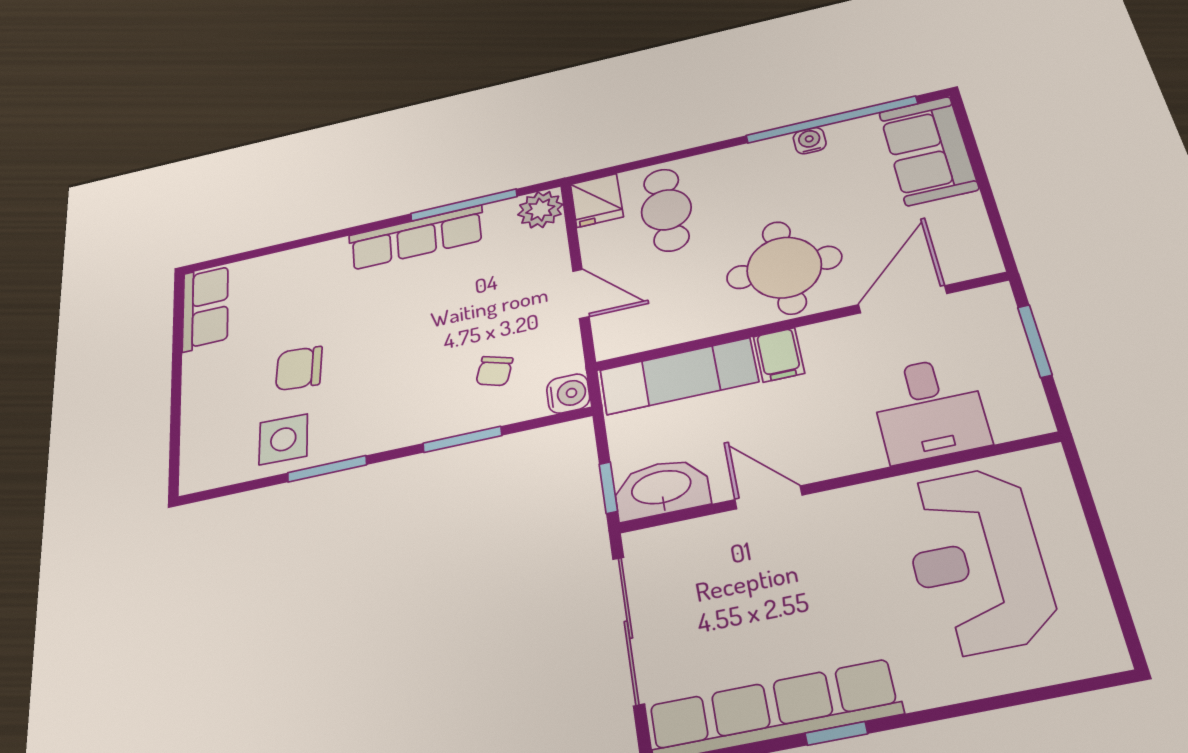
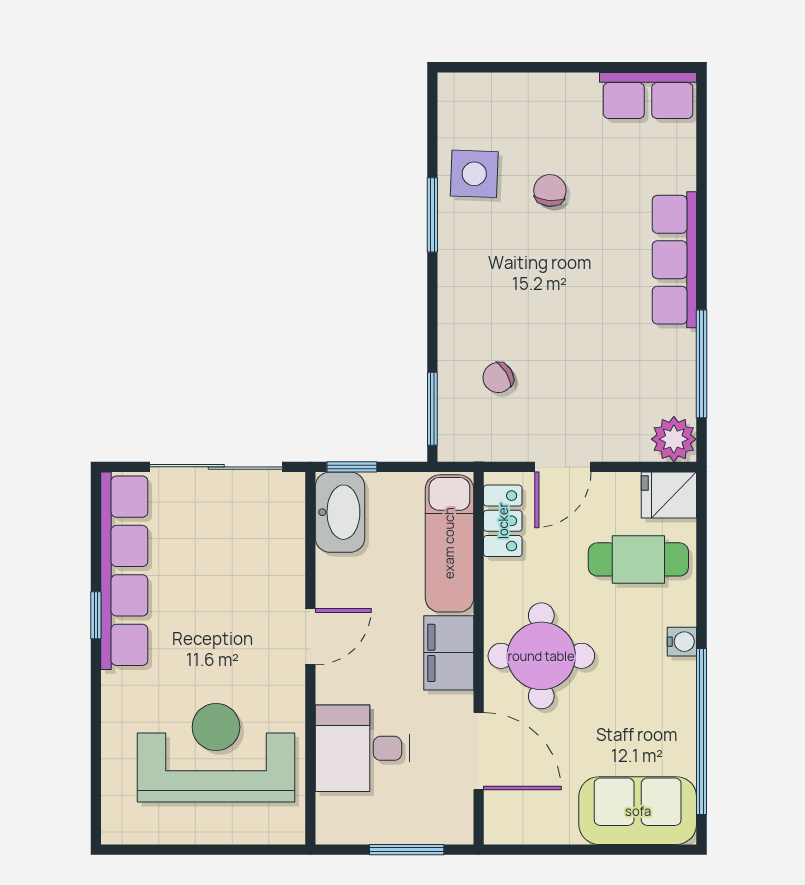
water cooler: (810, 141) -> (682, 642), moved
row of seats: (416, 238) -> (674, 260), moved
locker: (646, 333) -> (503, 521), added
filing cabinet: (779, 355) -> (449, 653), width x2.00
chair: (299, 368) -> (550, 190), width x0.73, depth x0.73
chair: (494, 371) -> (498, 378), turned -49
water cooler: (568, 394) -> (456, 443), removed
window: (462, 439) -> (432, 409), moved
door: (768, 497) -> (310, 637), moved

